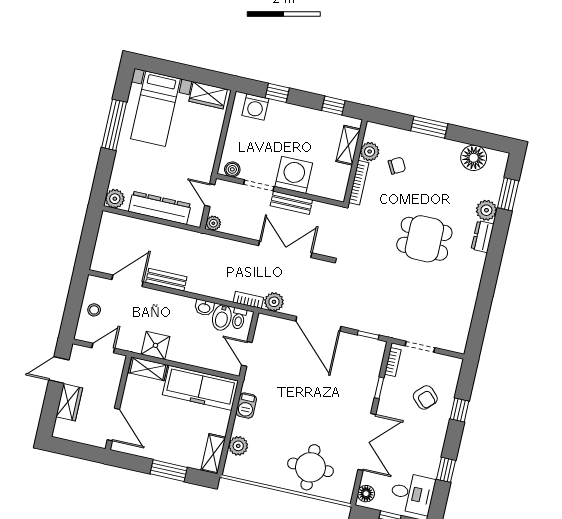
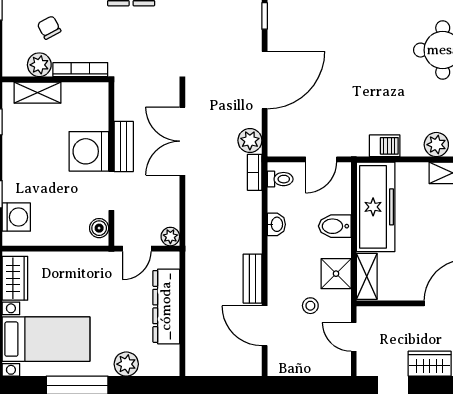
plant: (115, 199) -> (126, 364), moved
stool: (94, 310) -> (310, 306), moved
bidet: (222, 318) -> (335, 226), moved, turned 180

